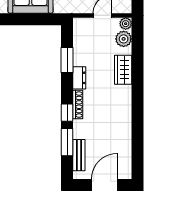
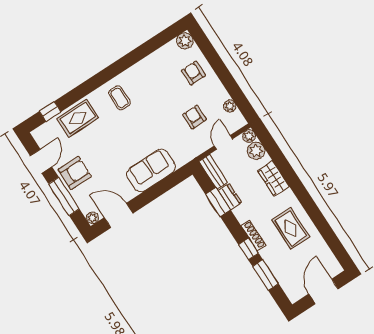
dresser: (79, 78) -> (230, 196), moved
rug: (111, 118) -> (291, 228), added
bench: (79, 155) -> (213, 172), moved

